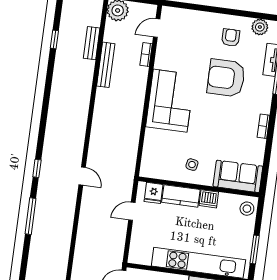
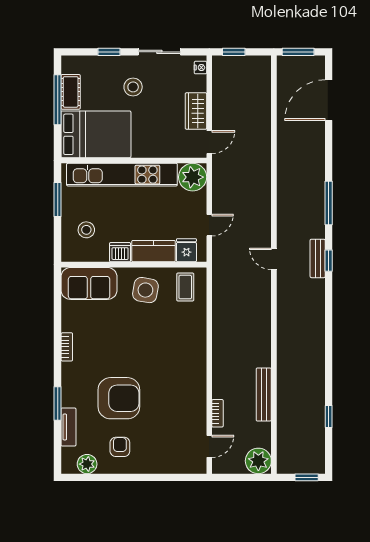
armchair: (231, 38) -> (120, 447), turned 180
bench: (92, 43) -> (318, 258), moved
corner sofa: (170, 101) -> (182, 362), removed
coffee table: (159, 163) -> (185, 287), added
side table: (192, 165) -> (145, 290), width x1.87, depth x1.87
stool: (247, 209) -> (86, 230), moved
plant: (140, 253) -> (193, 177), added

